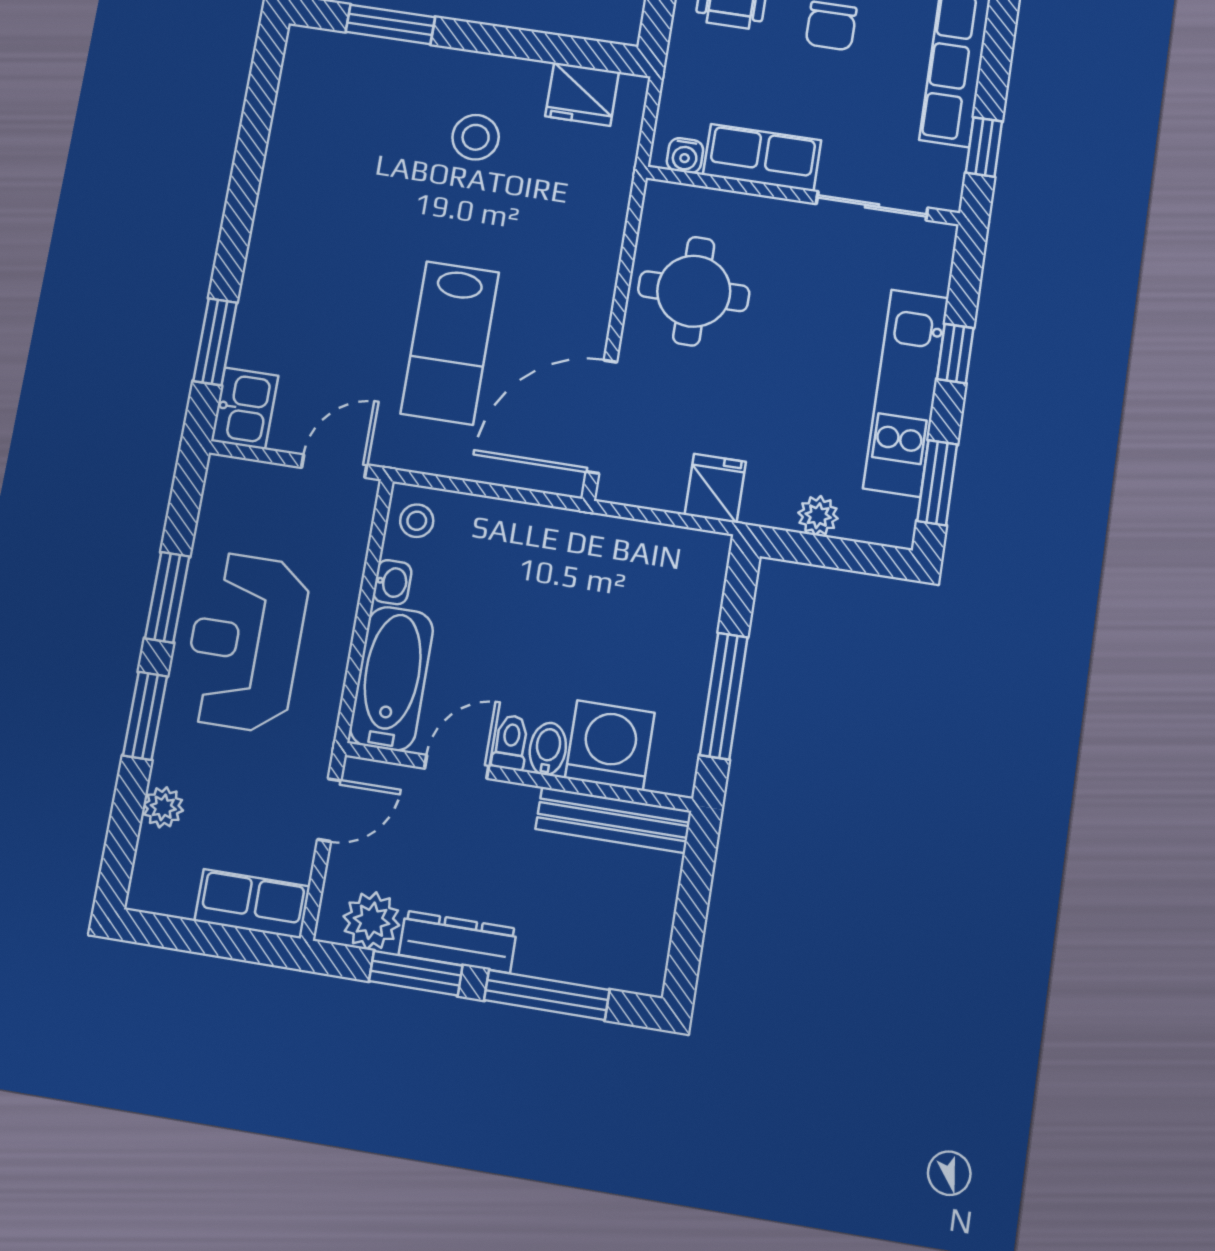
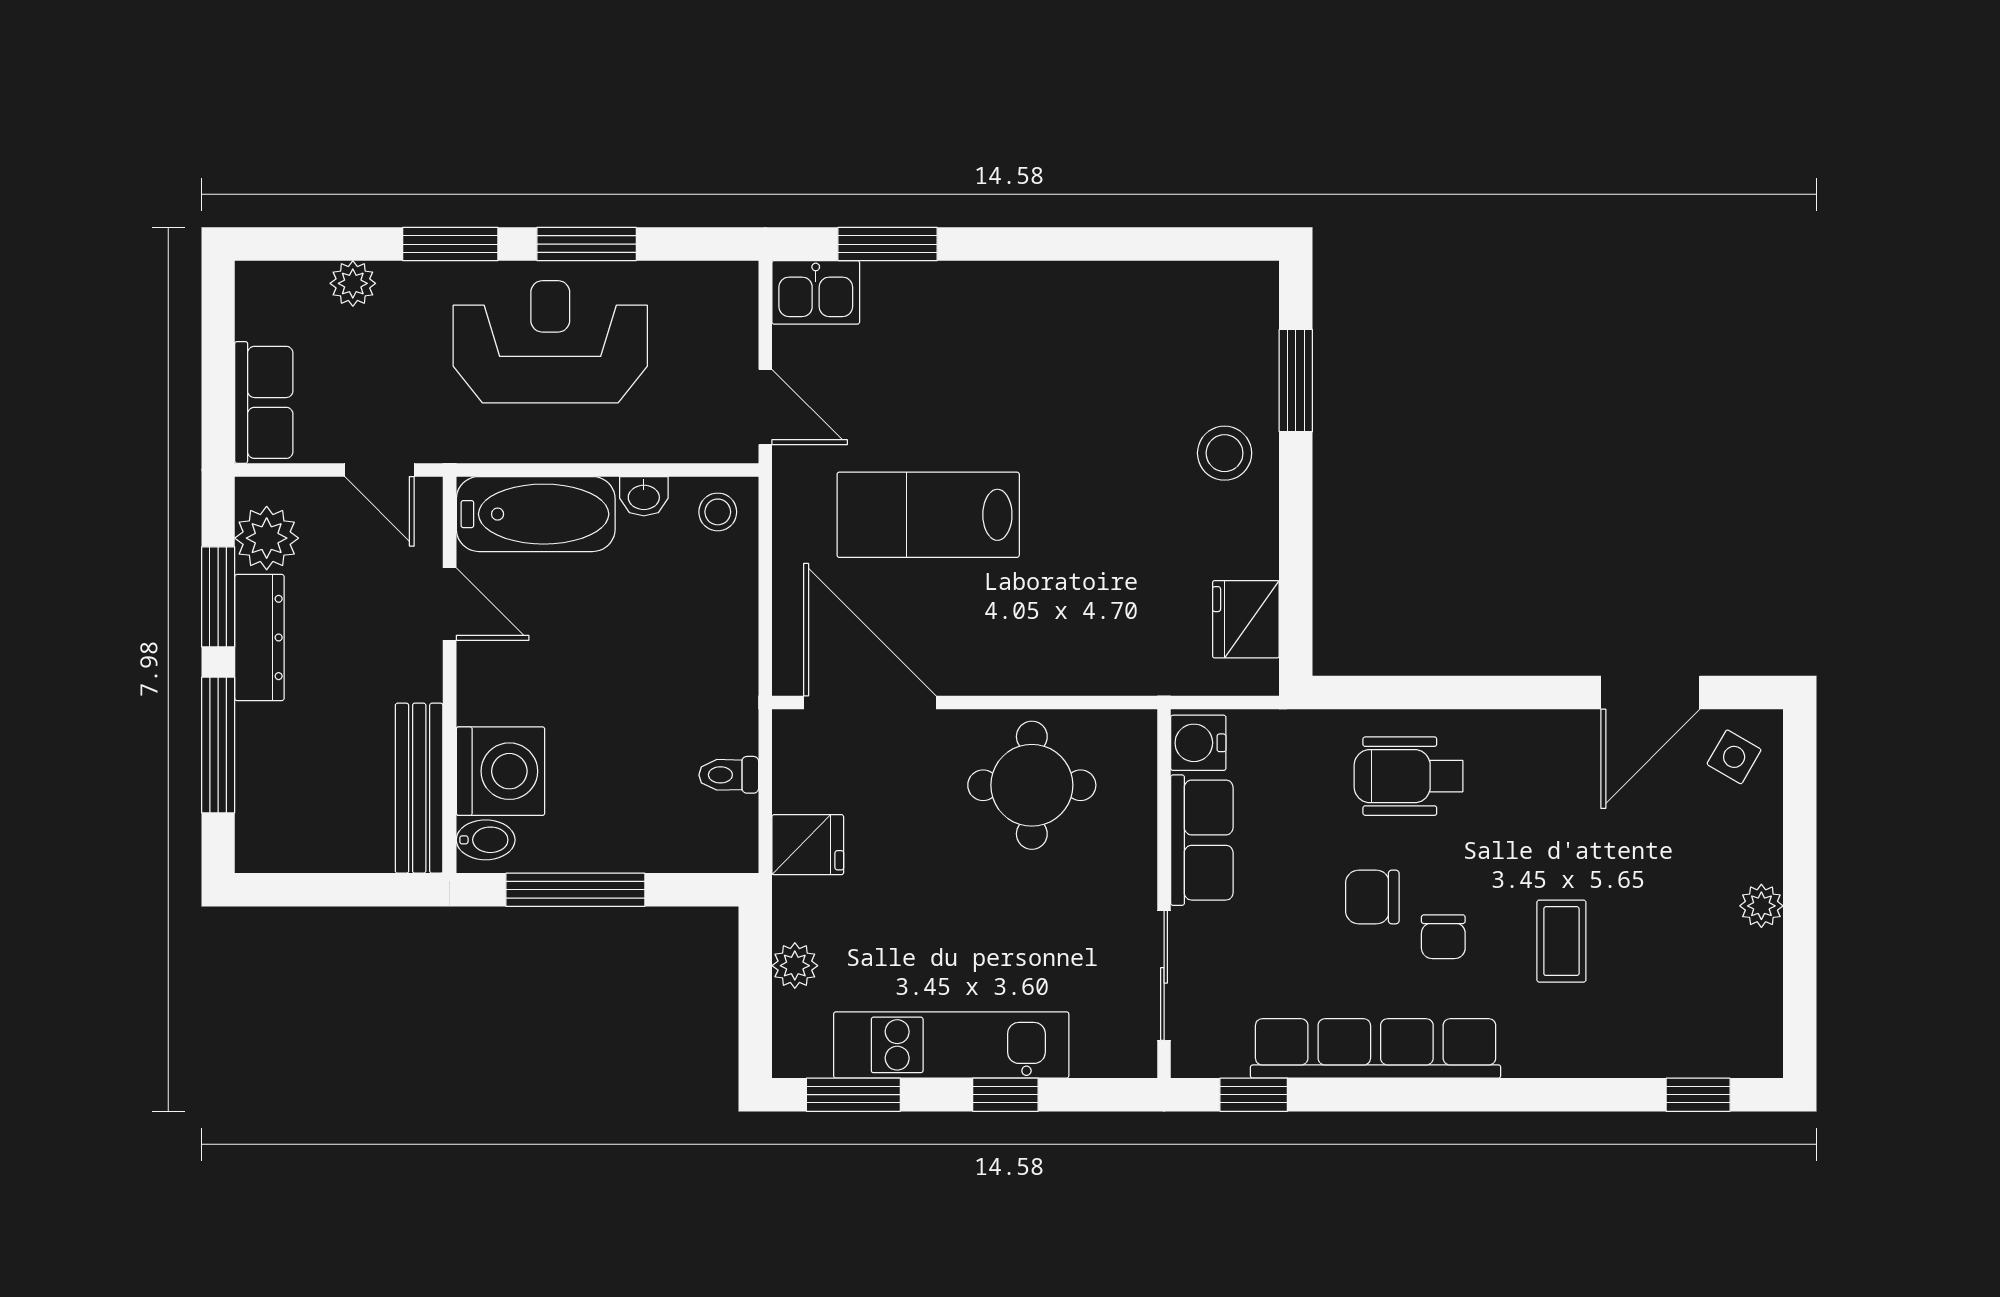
stool: (476, 137) -> (1225, 453), moved
water cooler: (685, 156) -> (1198, 743), width x1.38, depth x1.38
toilet: (511, 742) -> (729, 775), moved, turned 180
bidet: (548, 749) -> (486, 840), moved

